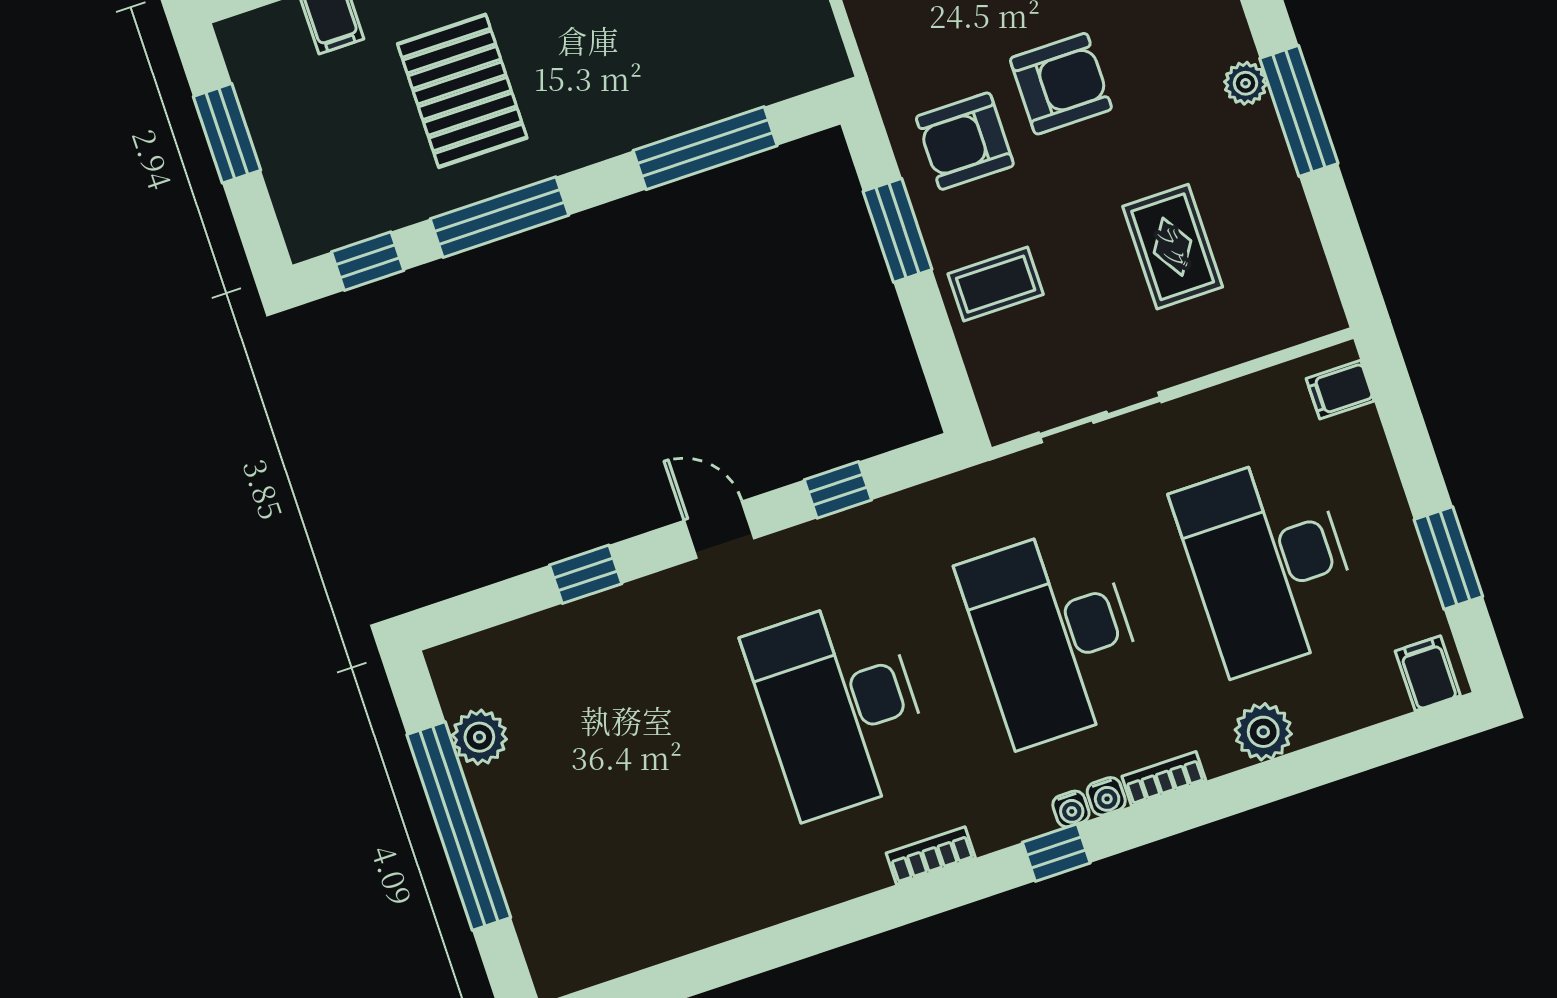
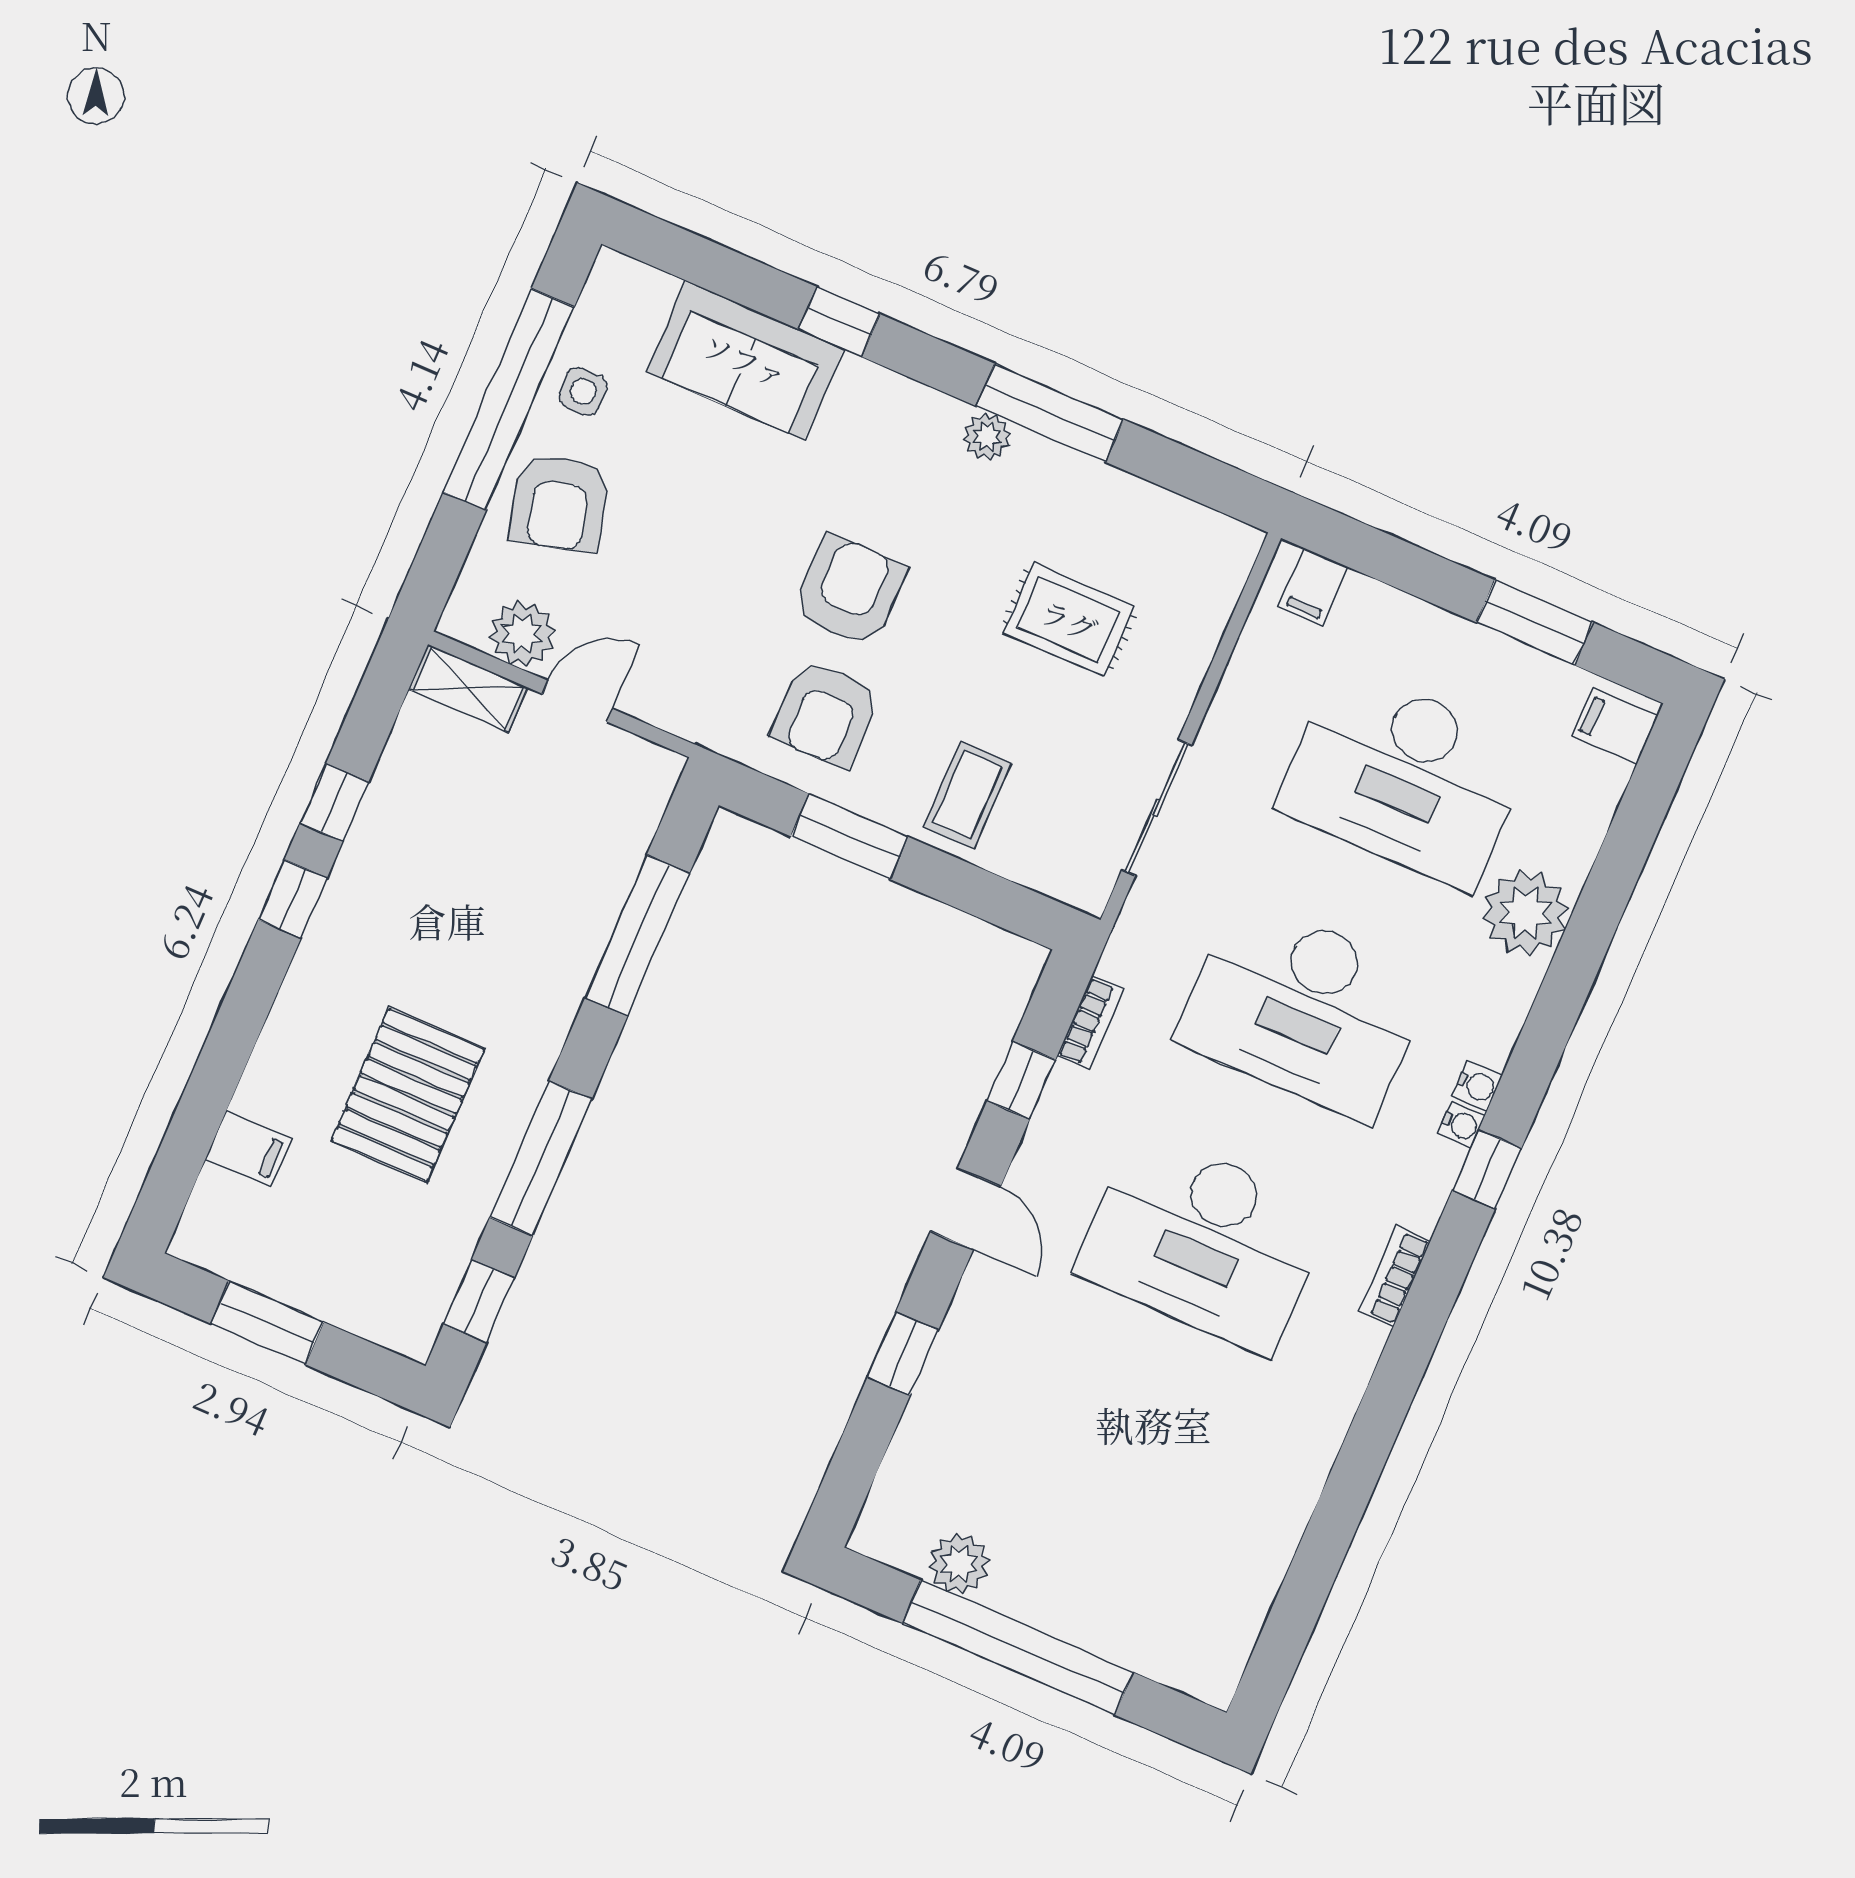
pallet: (462, 91) -> (408, 1095), turned 90
door: (719, 530) -> (966, 1209), swing flipped
plant: (1263, 732) -> (1526, 913), width x1.36, depth x1.36
bookcase: (1164, 779) -> (1090, 1023), moved, turned 180

